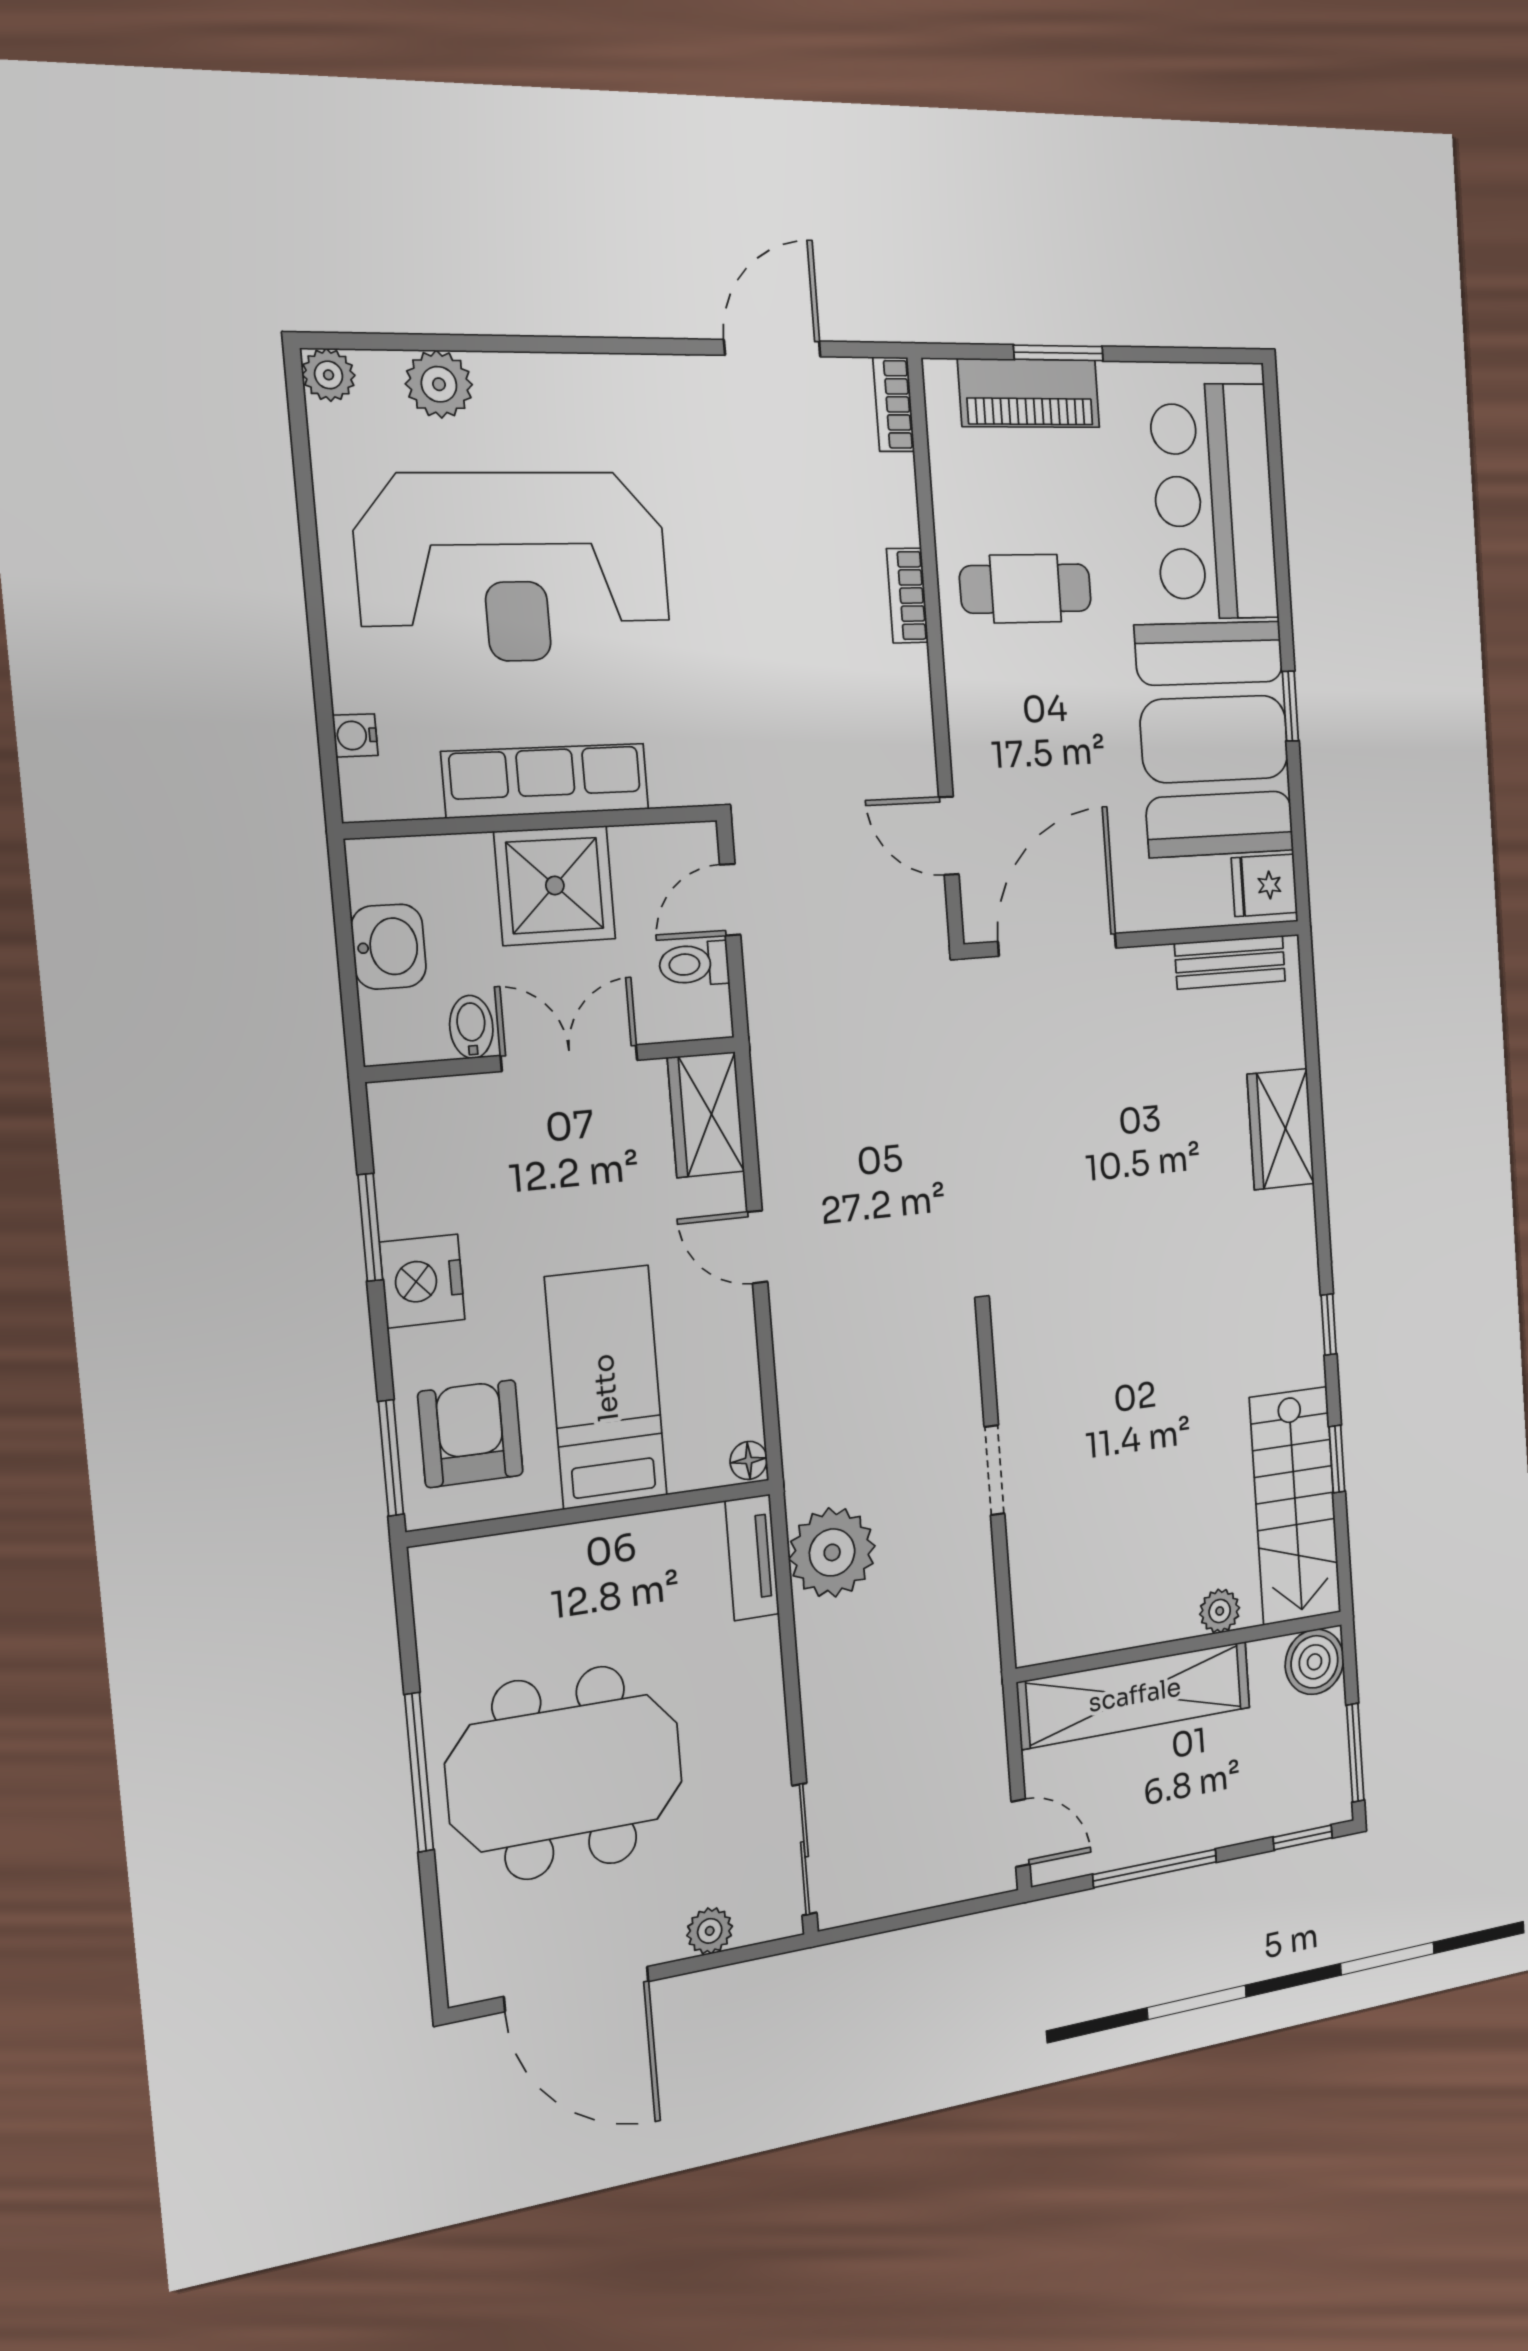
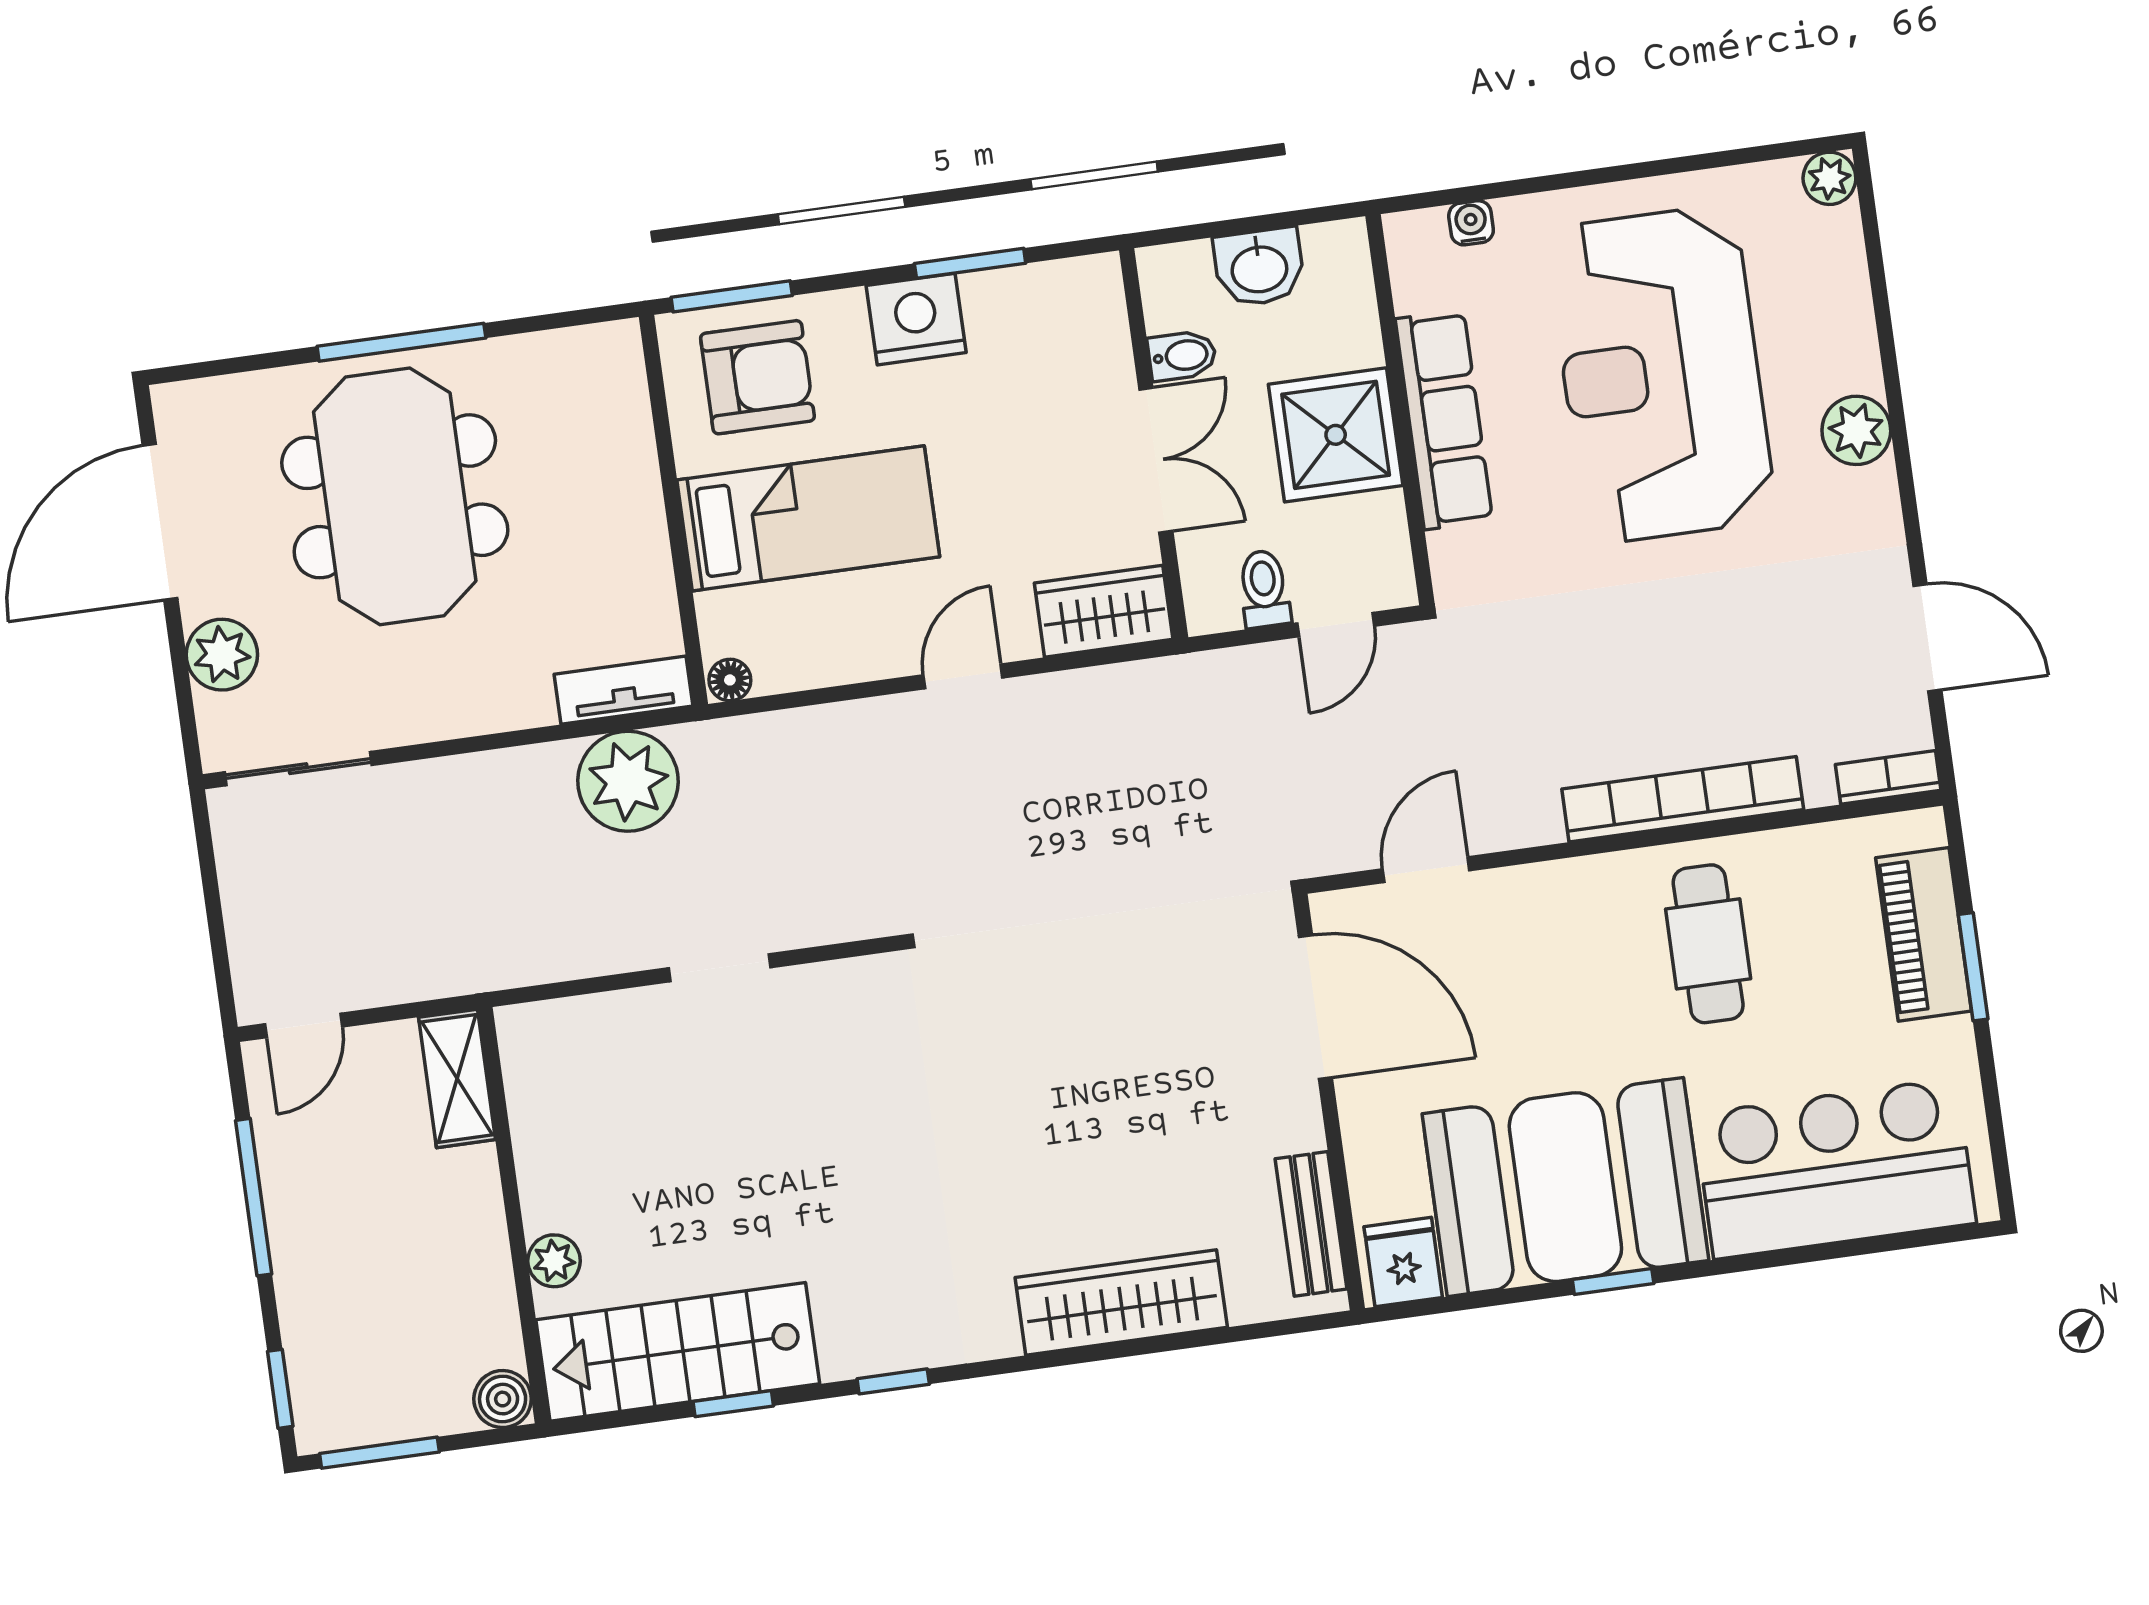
plant: (439, 384) -> (1856, 430), moved
bookcase: (907, 596) -> (1683, 799), width x2.31, depth x1.31
door: (730, 900) -> (1336, 625), swing flipped
wardrobe: (1281, 1129) -> (1121, 1302), width x1.50
boiler: (1315, 1662) -> (503, 1399), width x0.73, depth x0.73
shelving: (1135, 1695) -> (457, 1078), width x0.45, depth x0.75
plant: (710, 1931) -> (222, 655), width x1.38, depth x1.38

